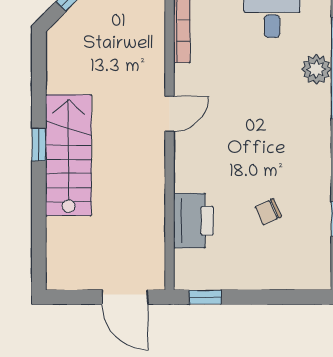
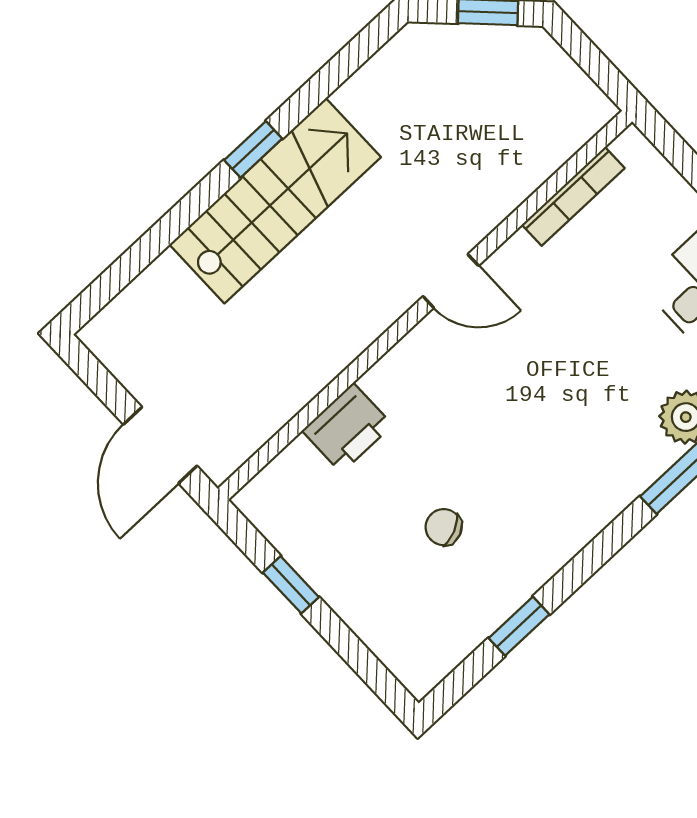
printer: (193, 221) -> (347, 428), width x0.73, depth x0.84
window: (205, 297) -> (291, 585), moved

